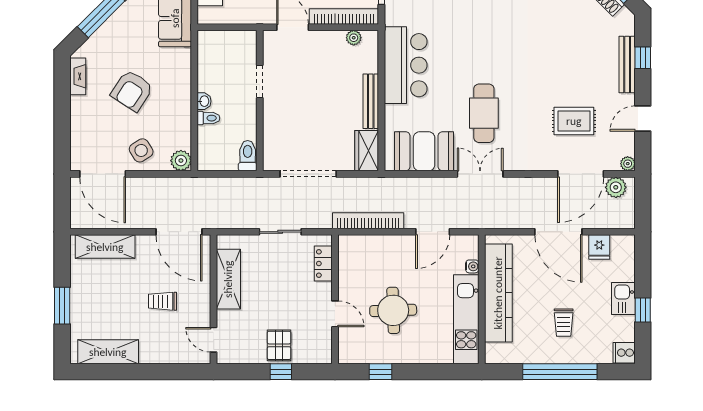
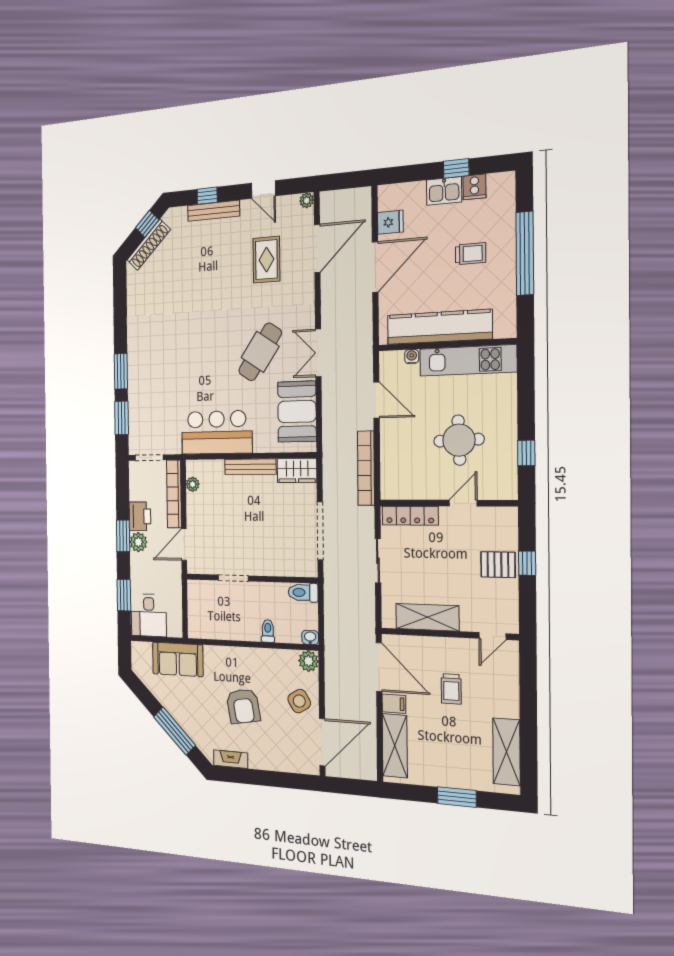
armchair: (132, 91) -> (243, 706), turned 47
washbasin: (204, 101) -> (310, 637), moved
cafe table: (484, 113) -> (260, 352), turned -56
door: (581, 174) -> (317, 248), hinge flipped
plant: (616, 187) -> (330, 211), removed
door: (179, 232) -> (379, 667), hinge flipped
filing cabinet: (145, 246) -> (394, 704), added
locker: (323, 264) -> (410, 516), width x1.53
cooker: (624, 353) -> (474, 187), moved

